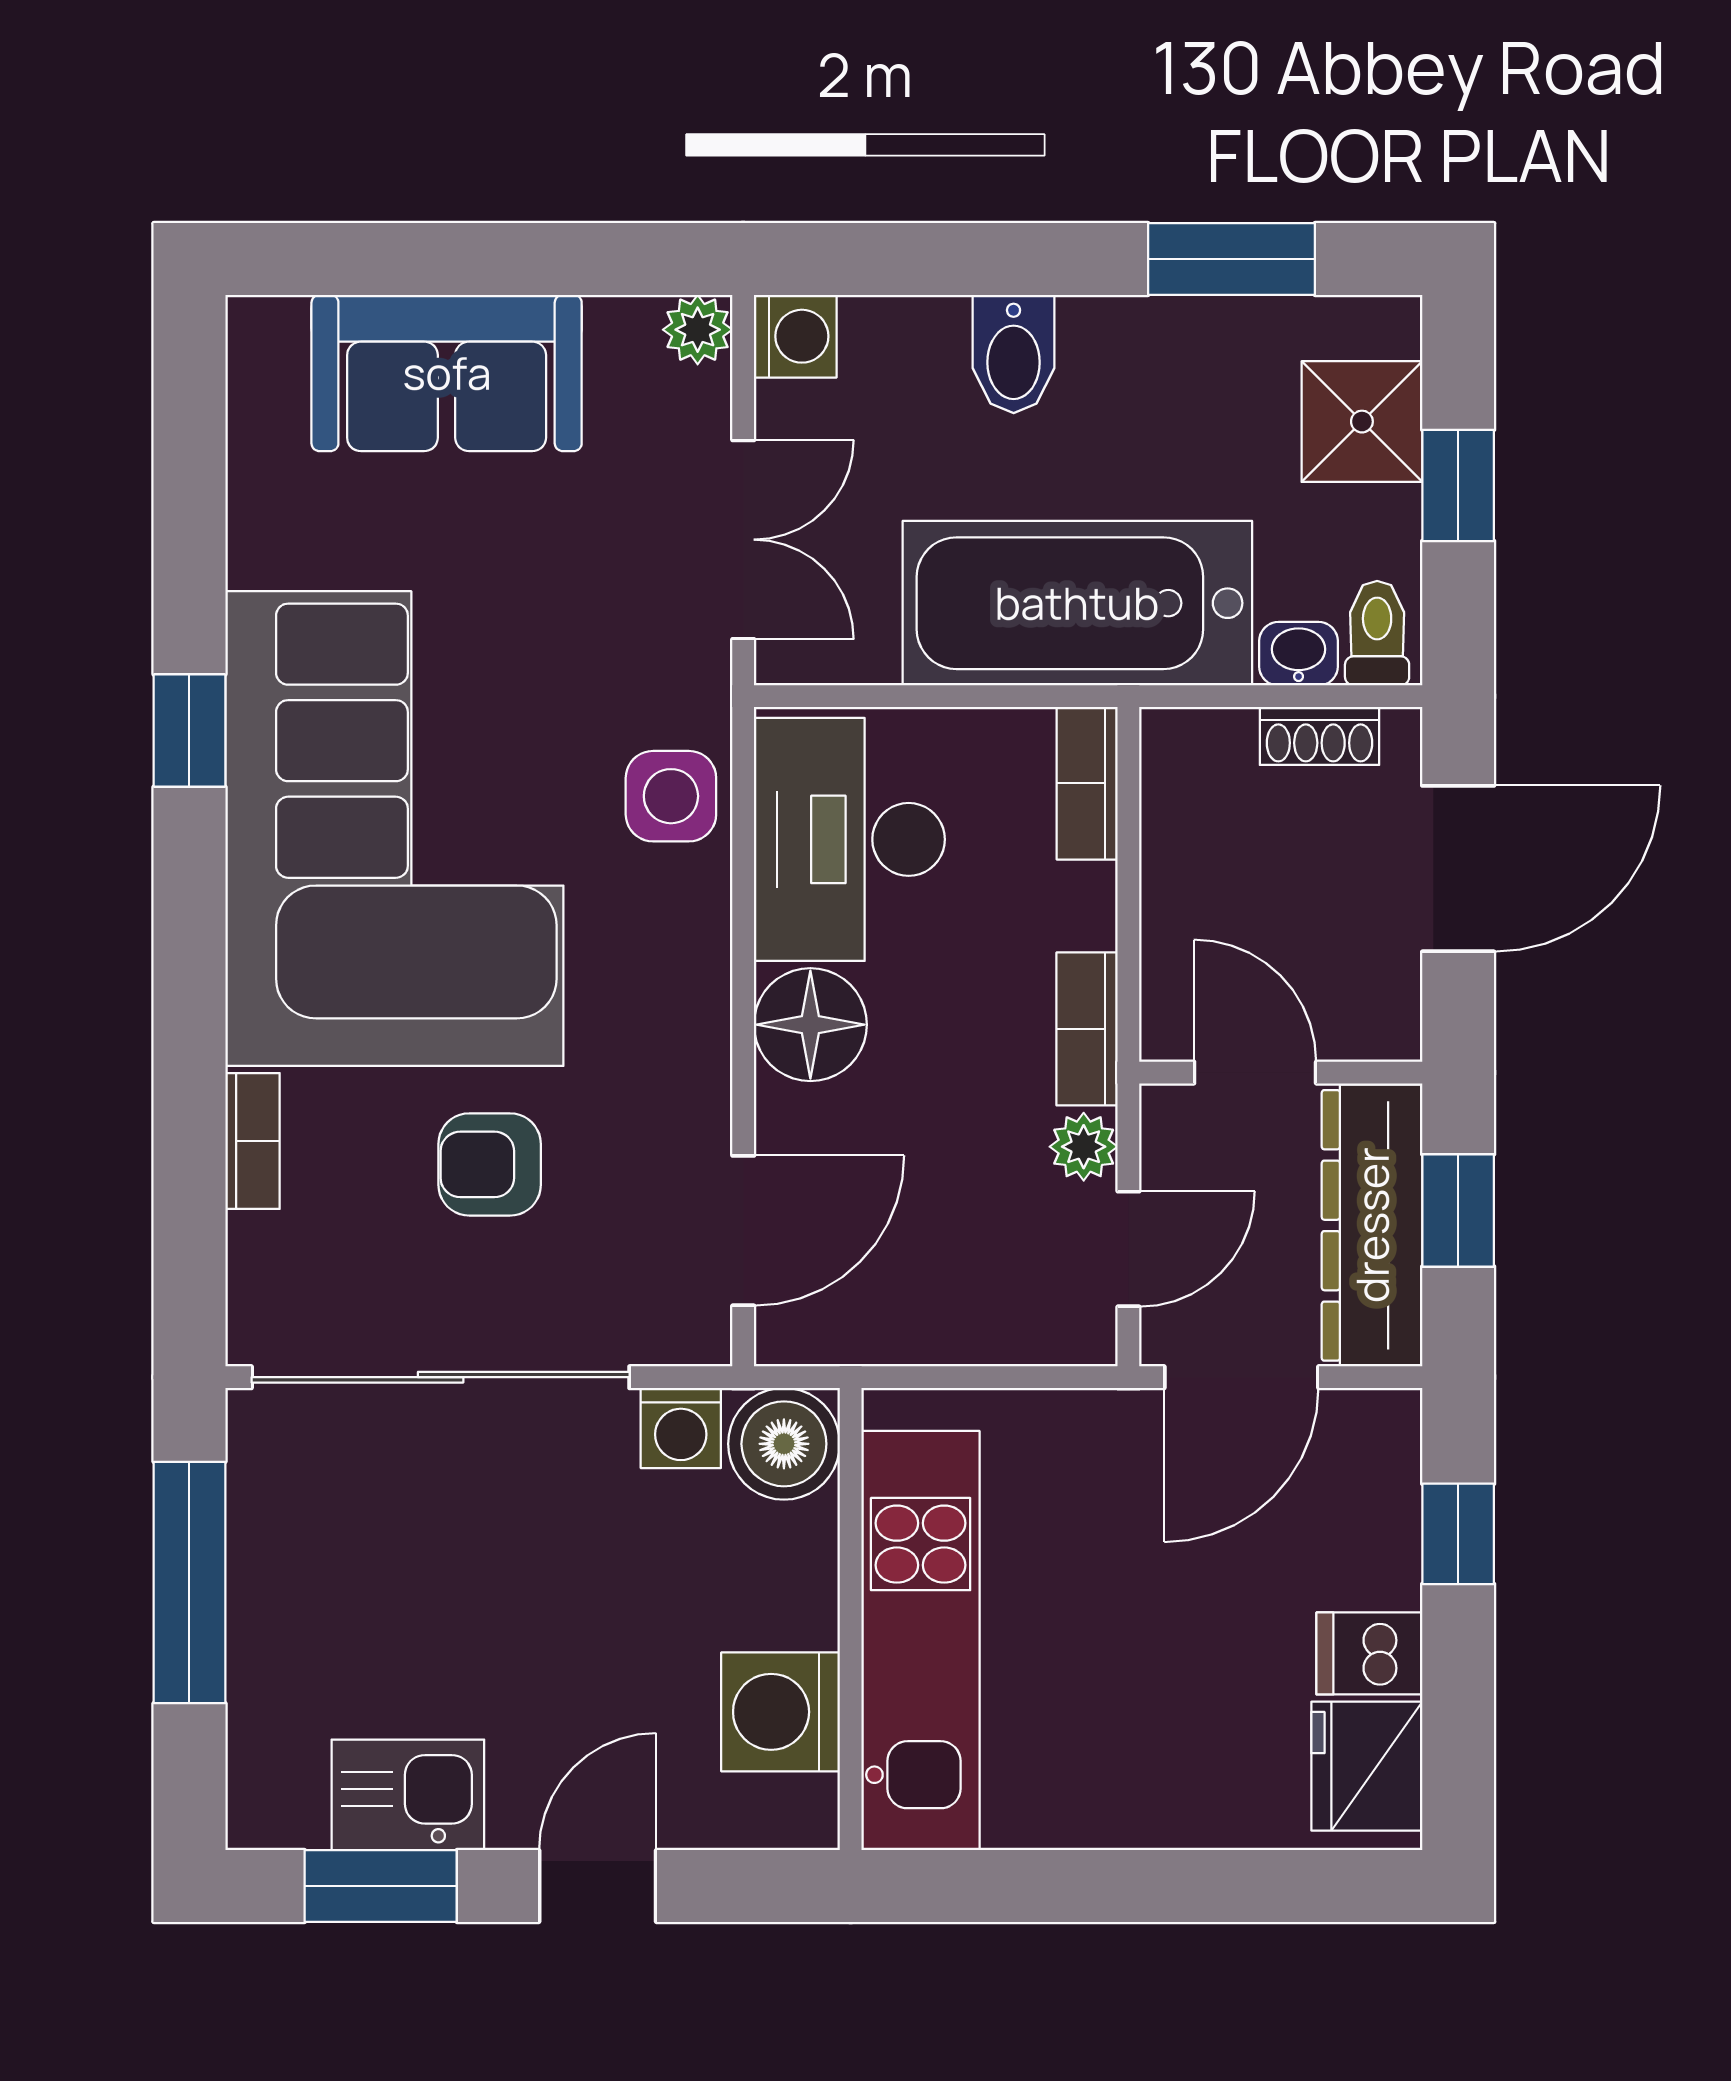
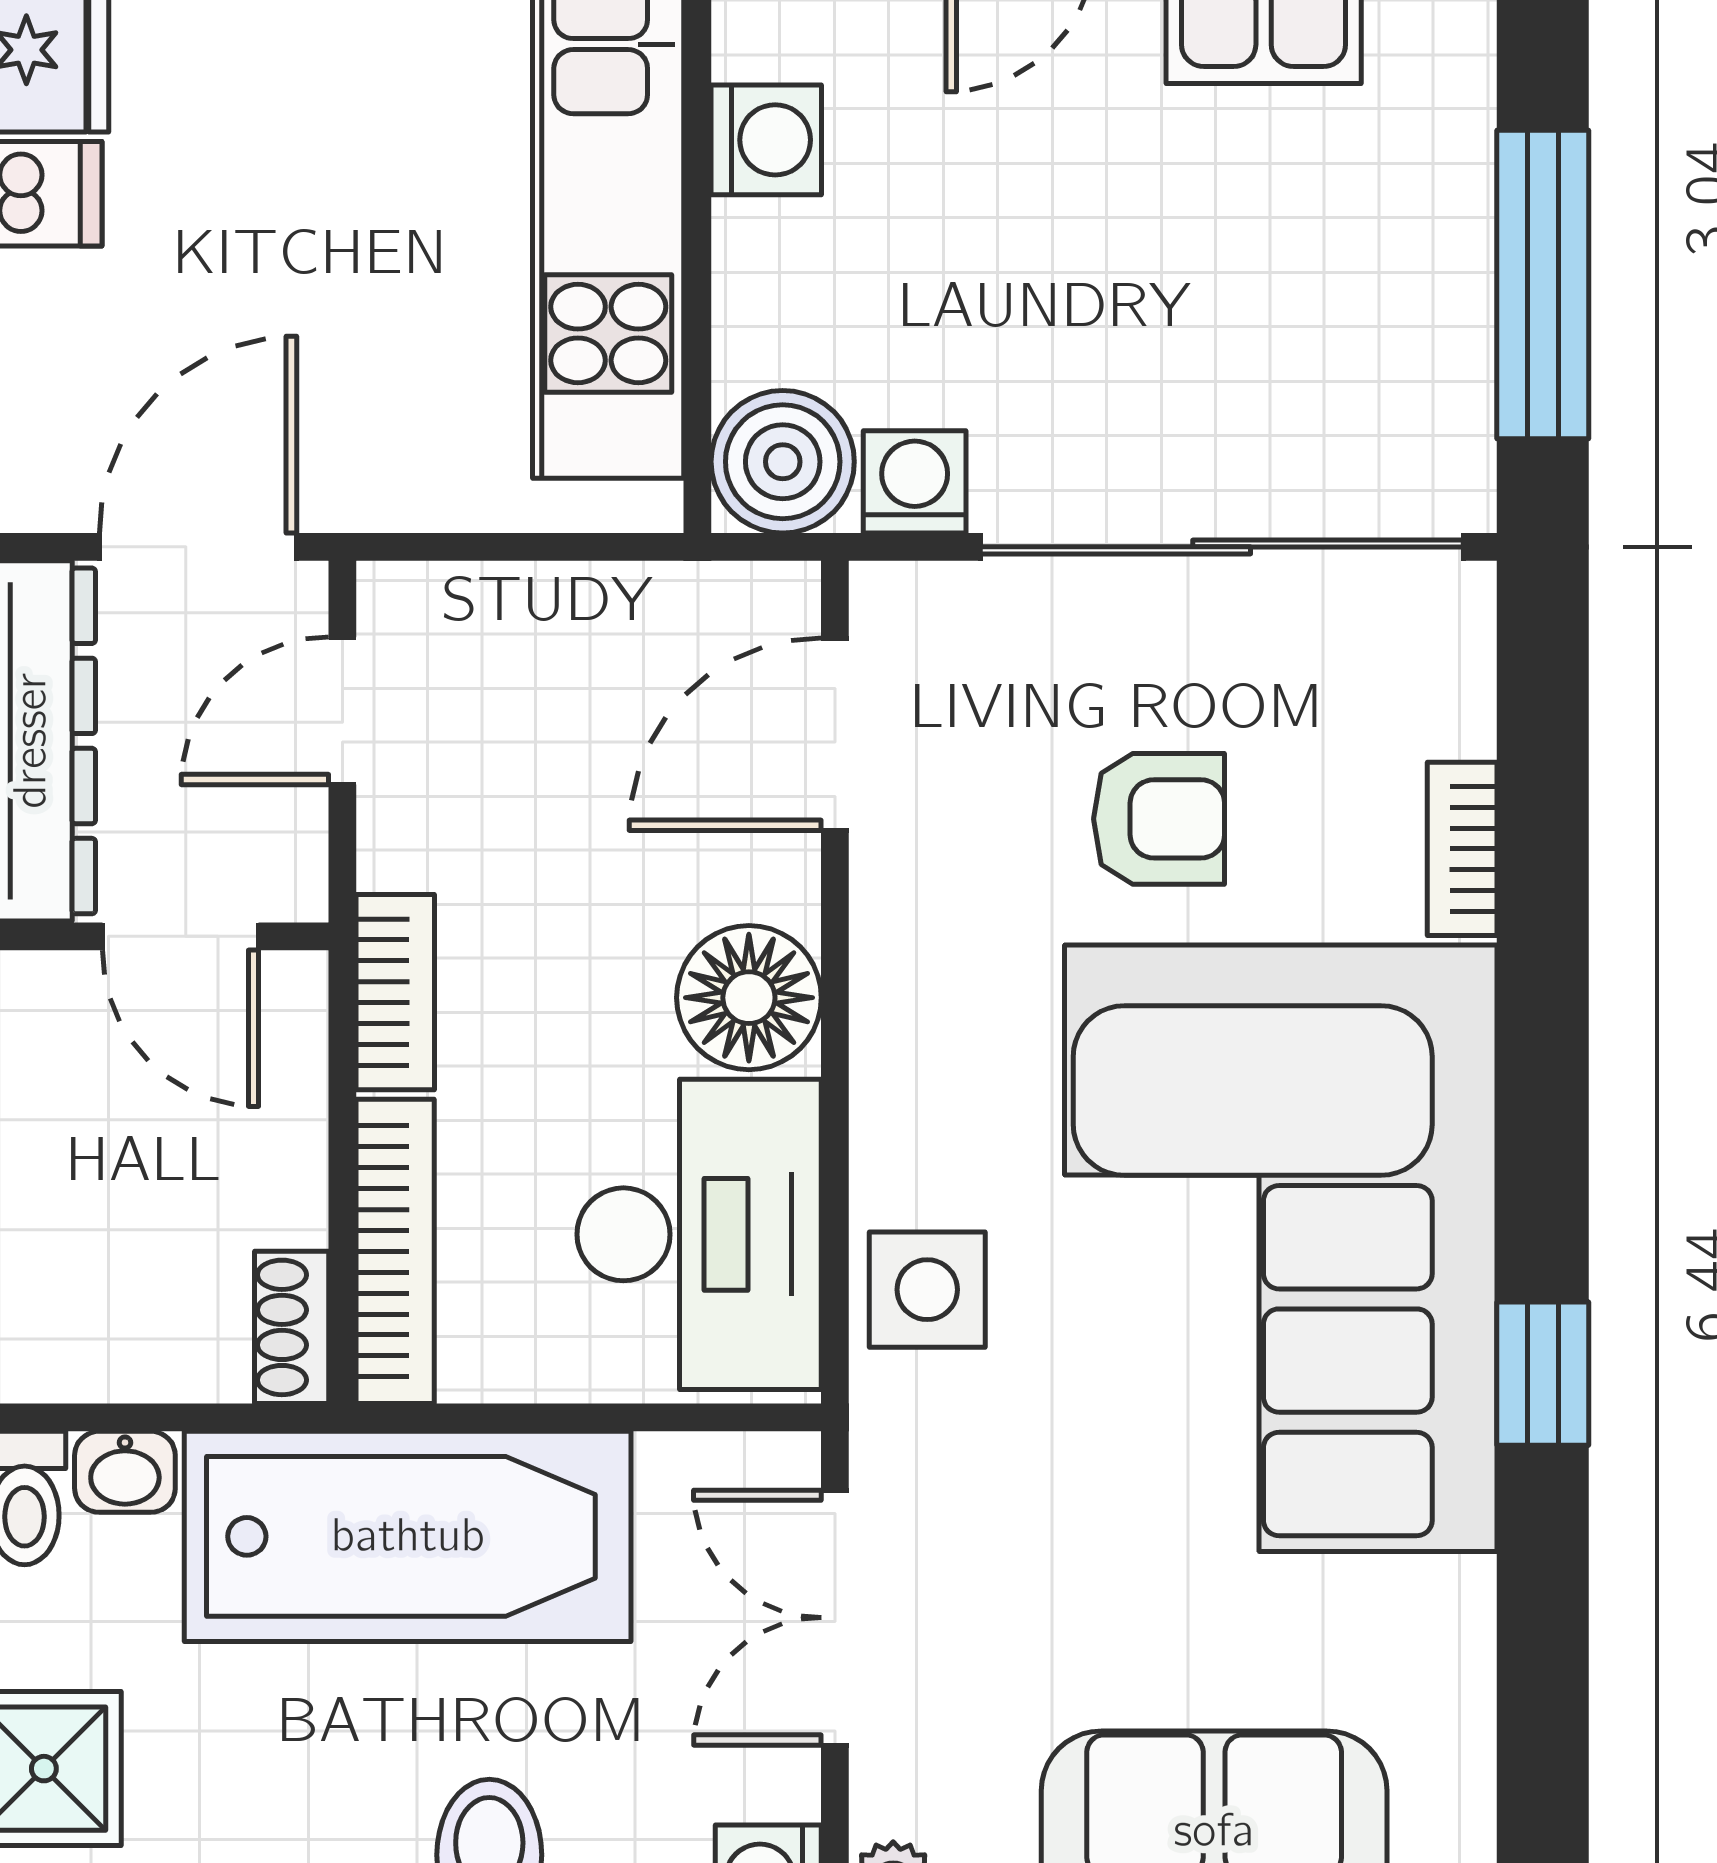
shoe rack: (1319, 736) -> (292, 1327), moved, turned -90
bookcase: (1087, 783) -> (395, 1251), width x1.56
plant: (1084, 1147) -> (400, 842), removed
washing machine: (781, 1712) -> (766, 140), width x0.73, depth x0.73

